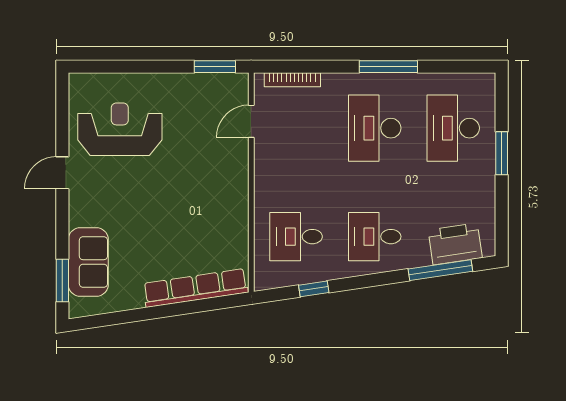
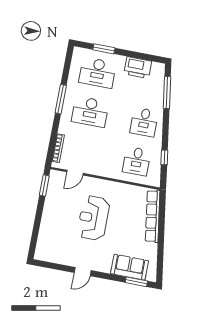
door: (251, 121) -> (75, 173), hinge flipped
reception desk: (120, 129) -> (93, 218), moved
window: (502, 153) -> (104, 49), moved
door: (62, 173) -> (83, 272), hinge flipped
printer: (455, 244) -> (138, 68), moved, turned -82

